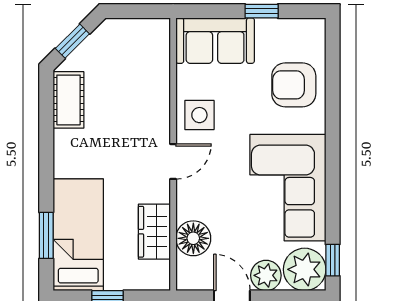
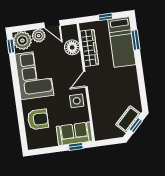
window: (262, 11) -> (76, 146), moved
cot: (68, 100) -> (128, 119), moved, turned 45
wardrobe: (154, 232) -> (89, 48), width x1.50

